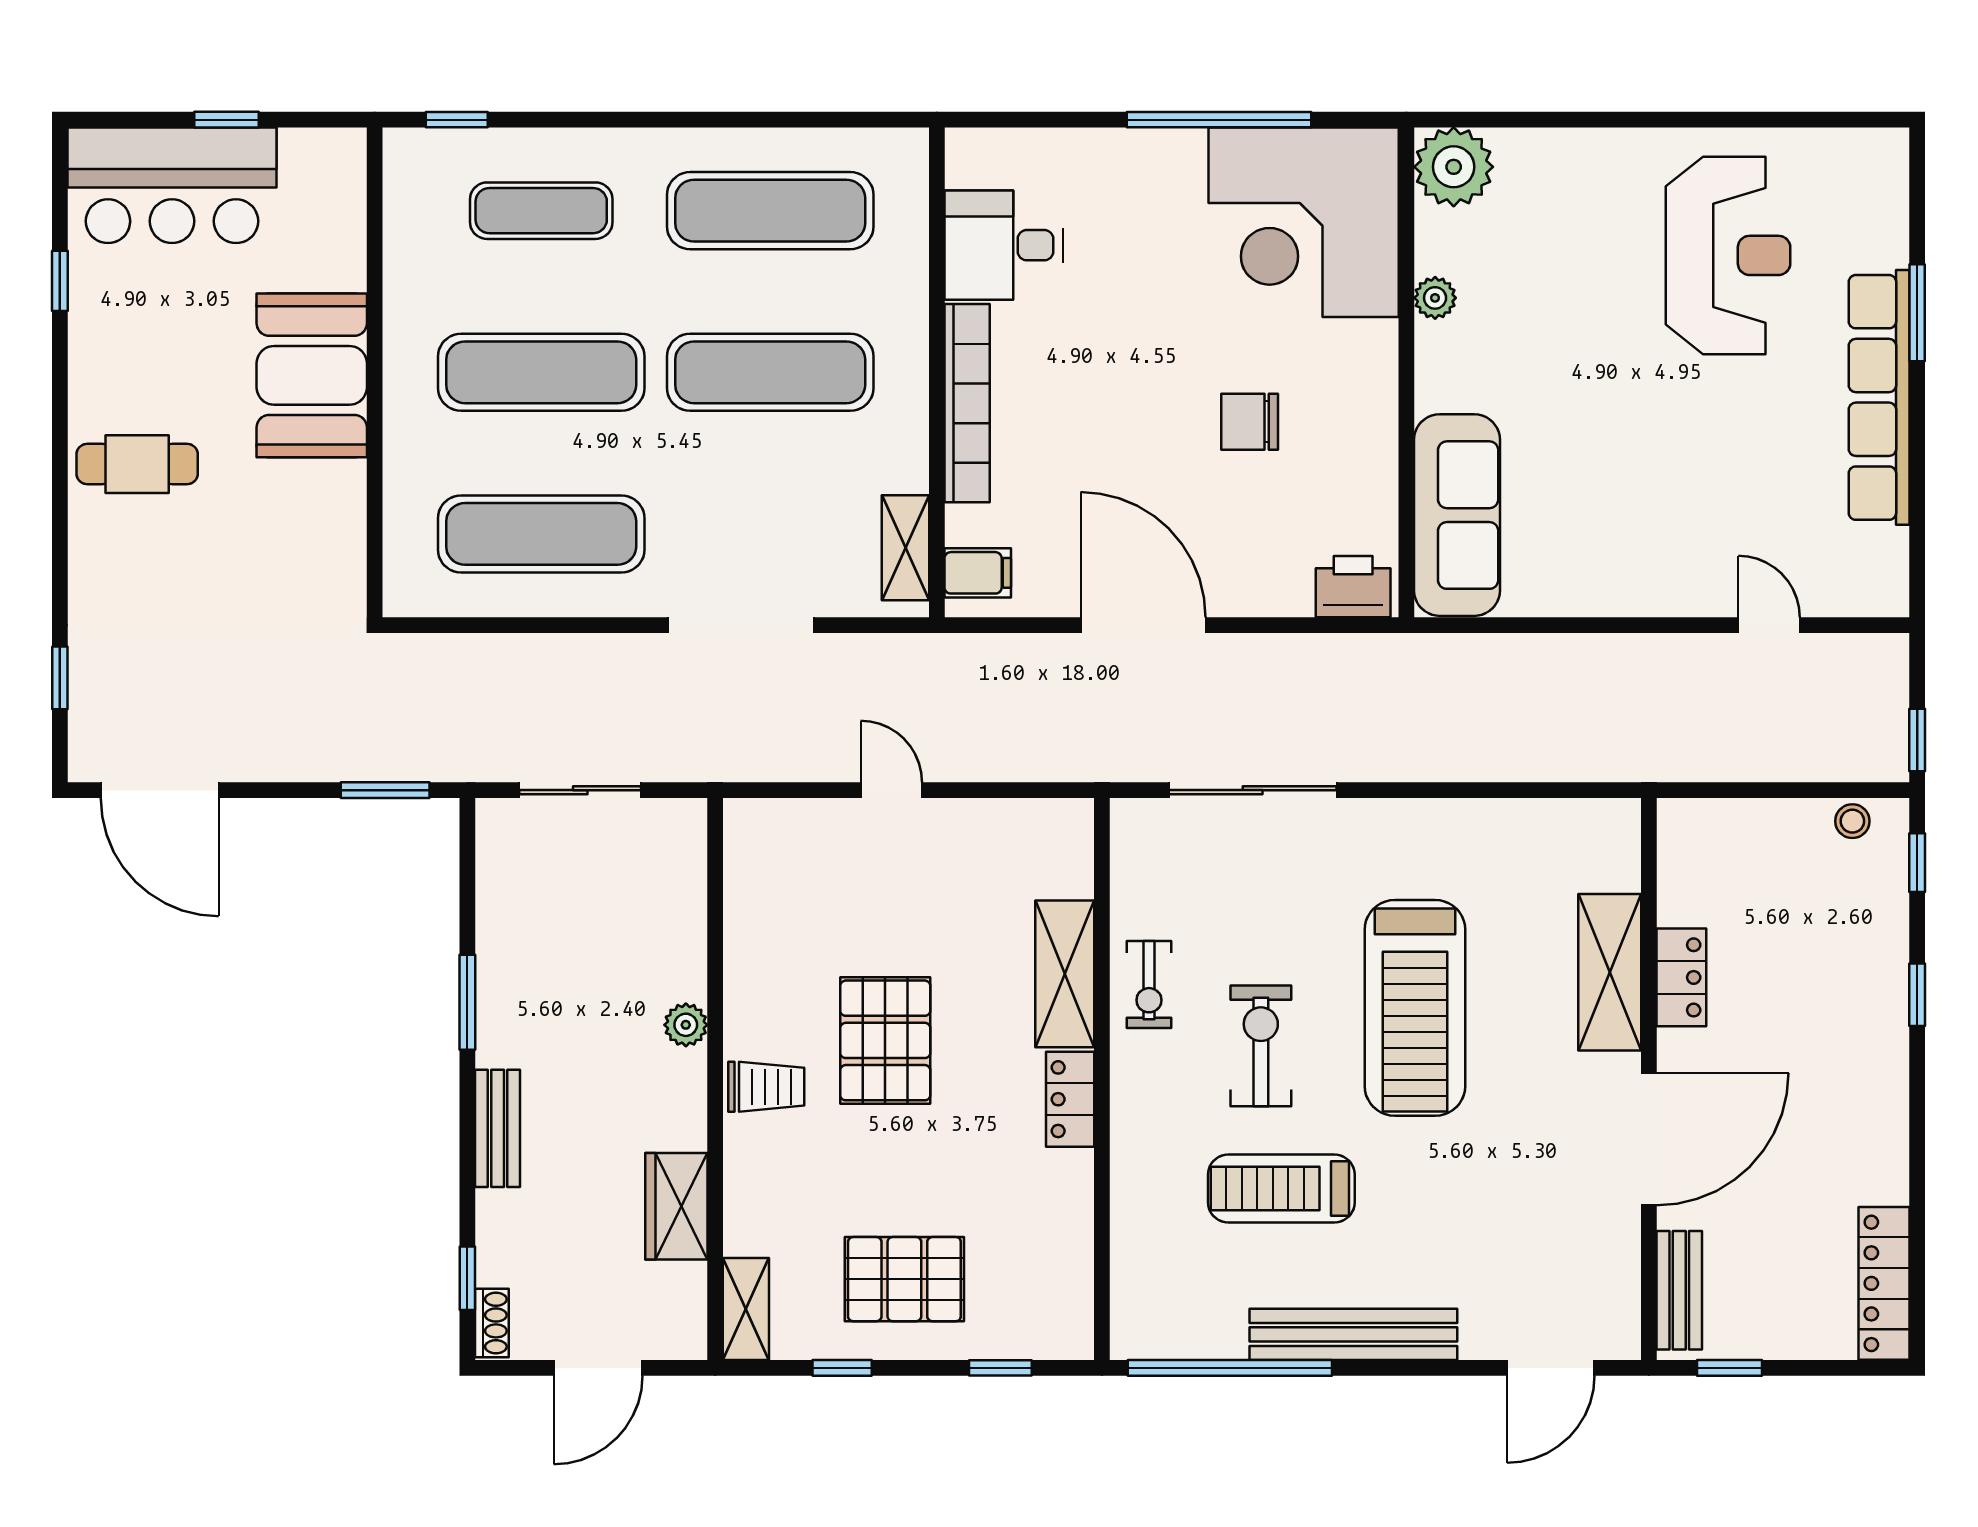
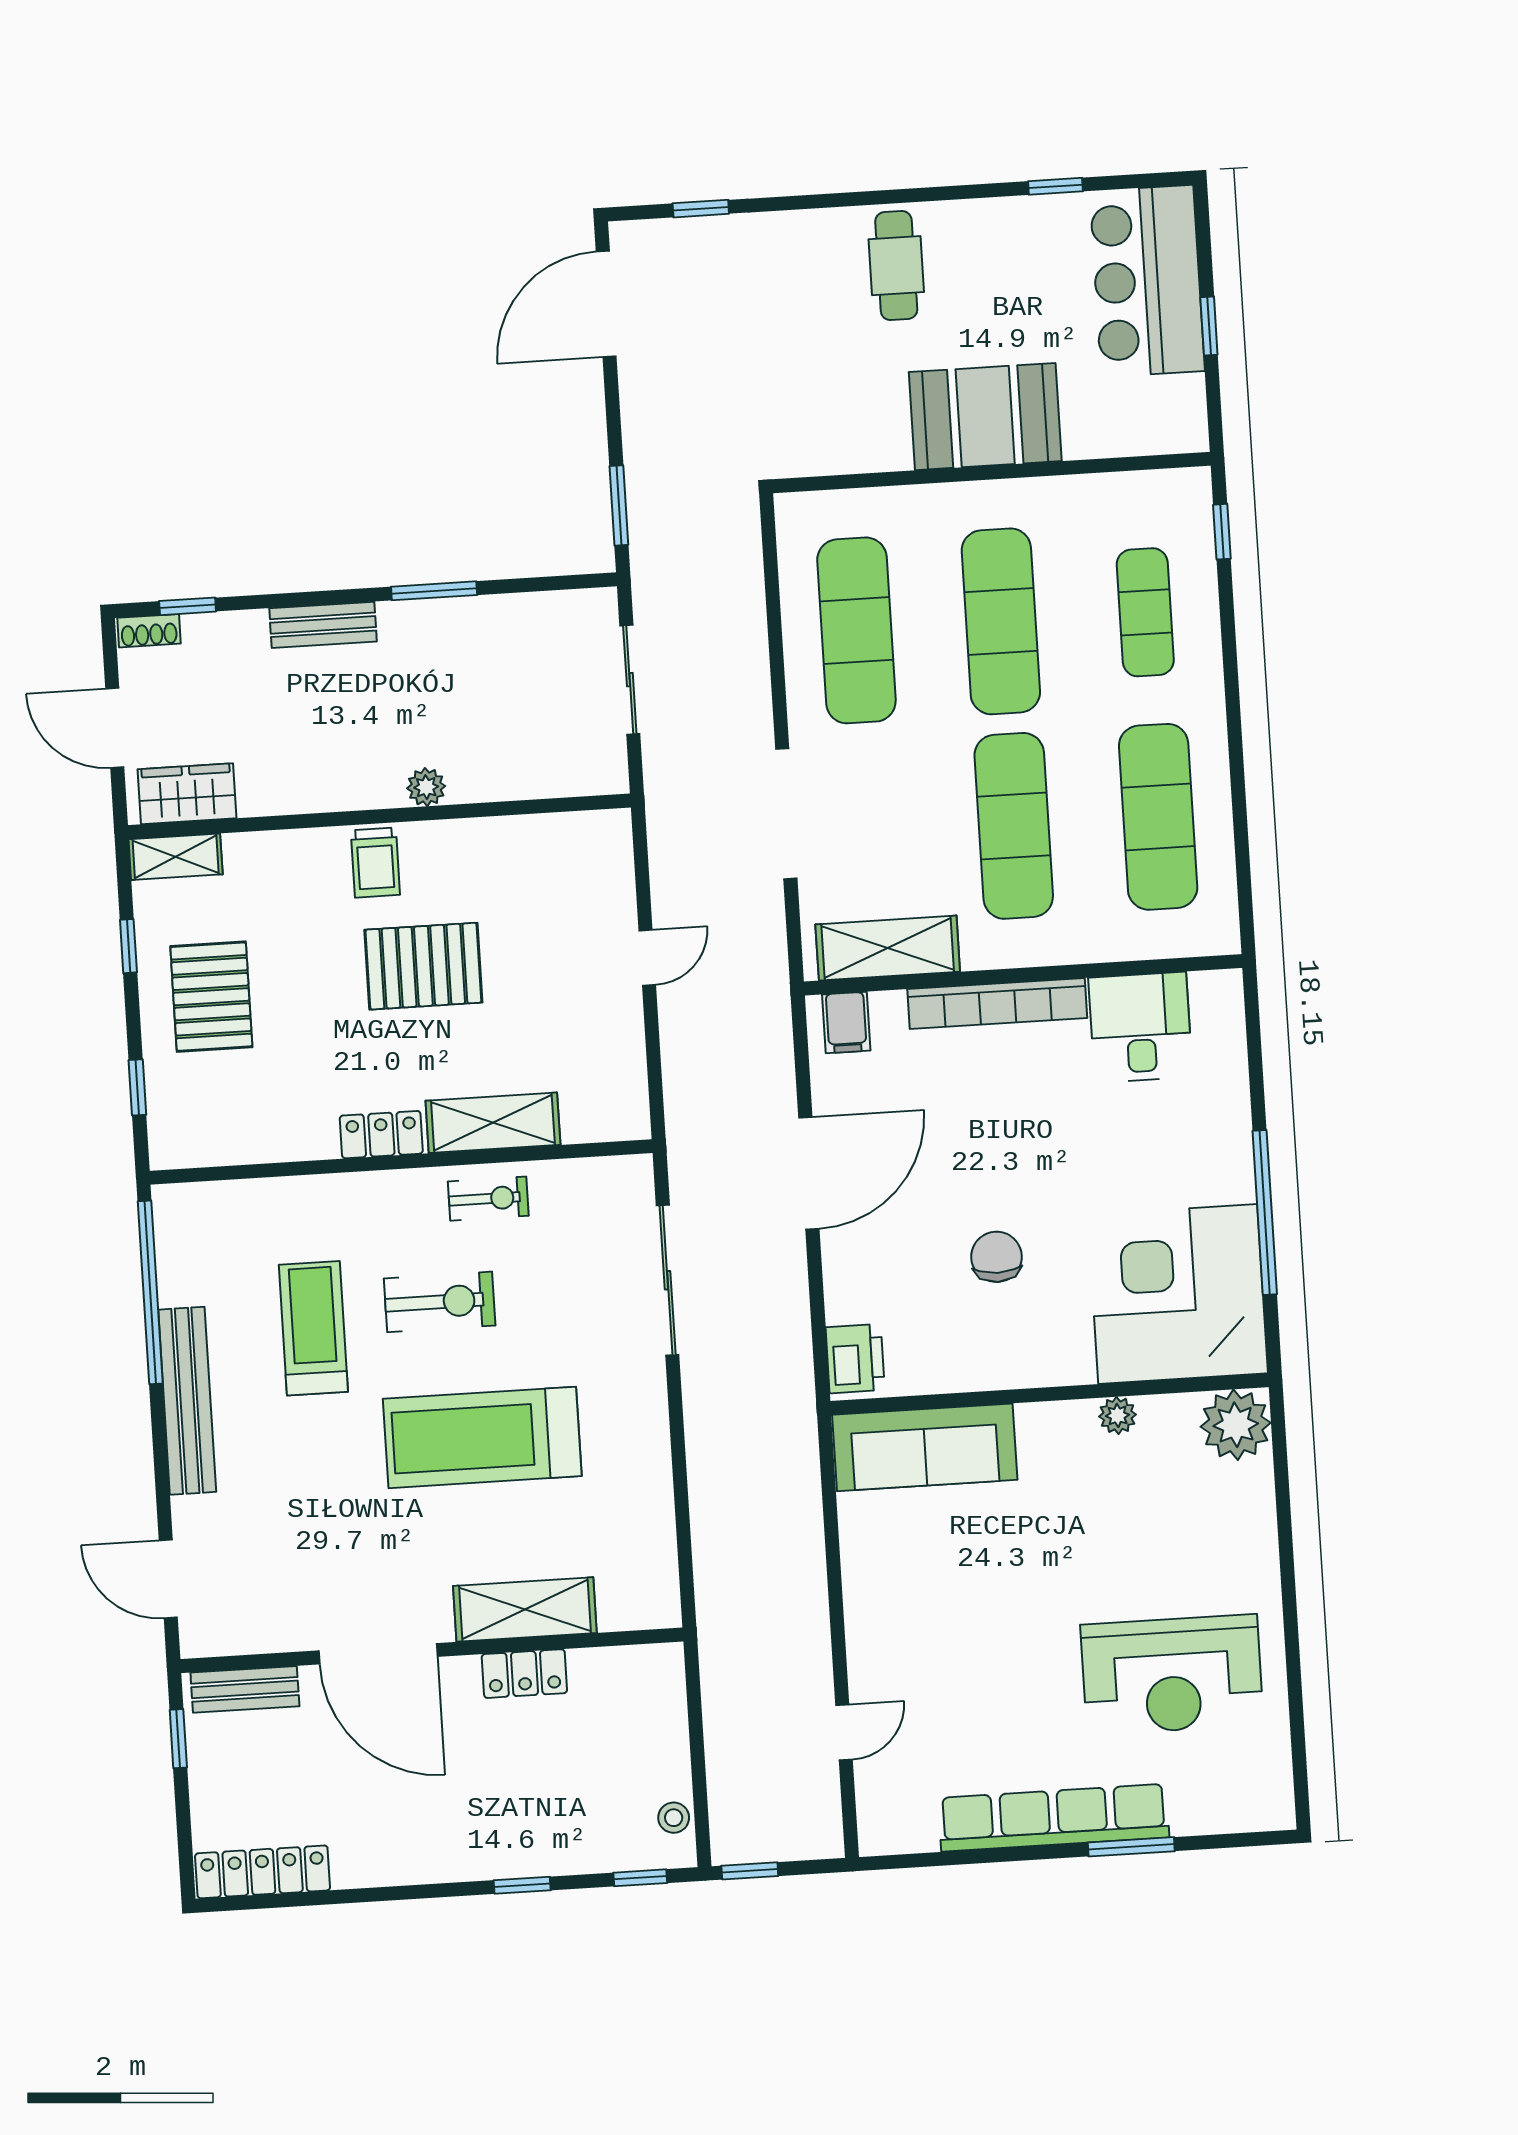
shelving: (905, 548) -> (888, 948), width x1.50, depth x1.33
exercise bike: (1149, 984) -> (488, 1199), turned 180
wardrobe: (676, 1206) -> (187, 794), moved

